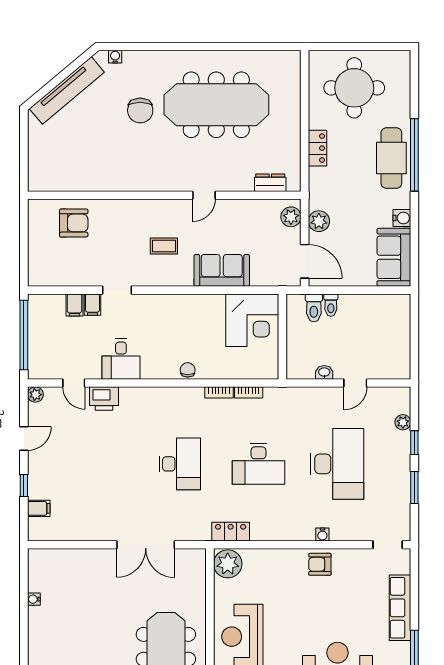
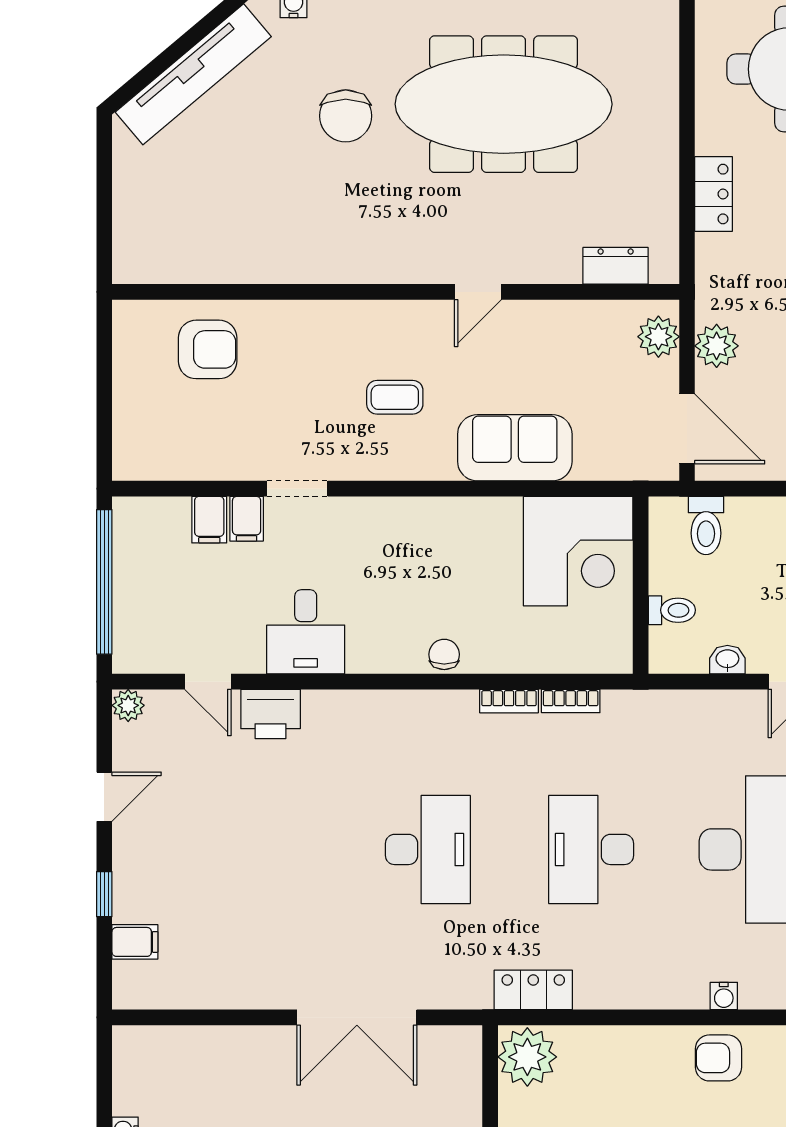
toilet: (331, 305) -> (672, 610), moved, turned -90
desk: (258, 464) -> (591, 849), turned 90

